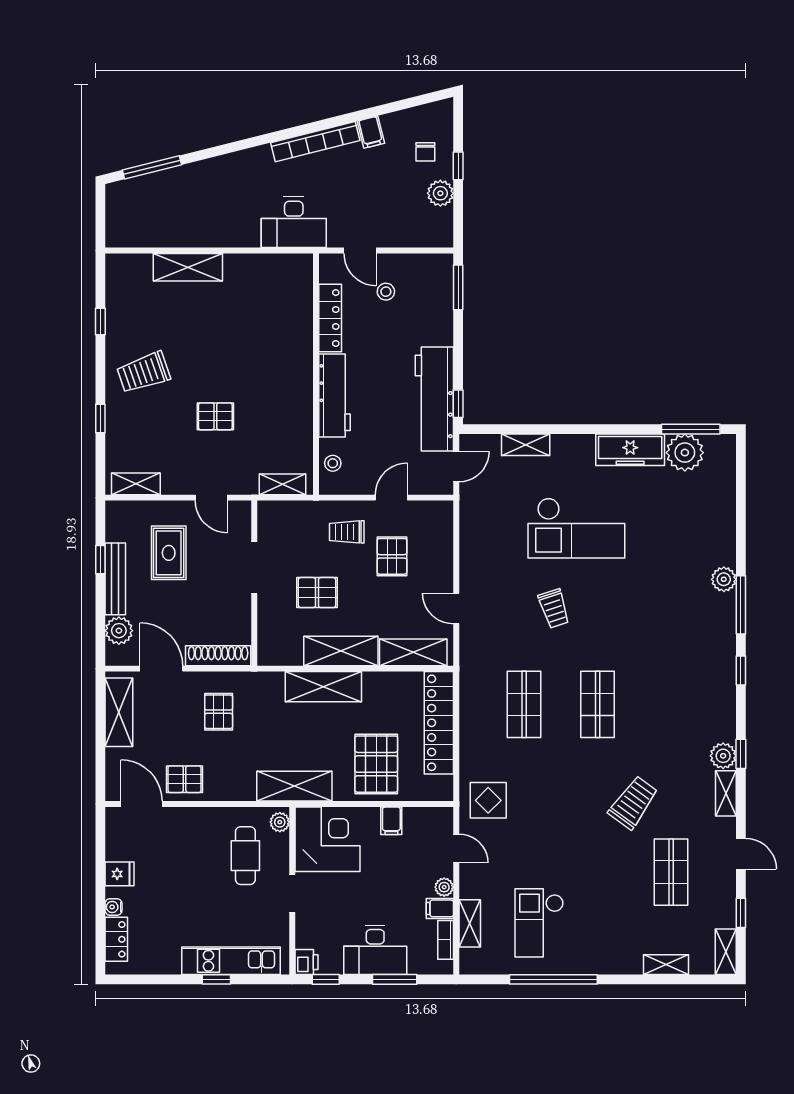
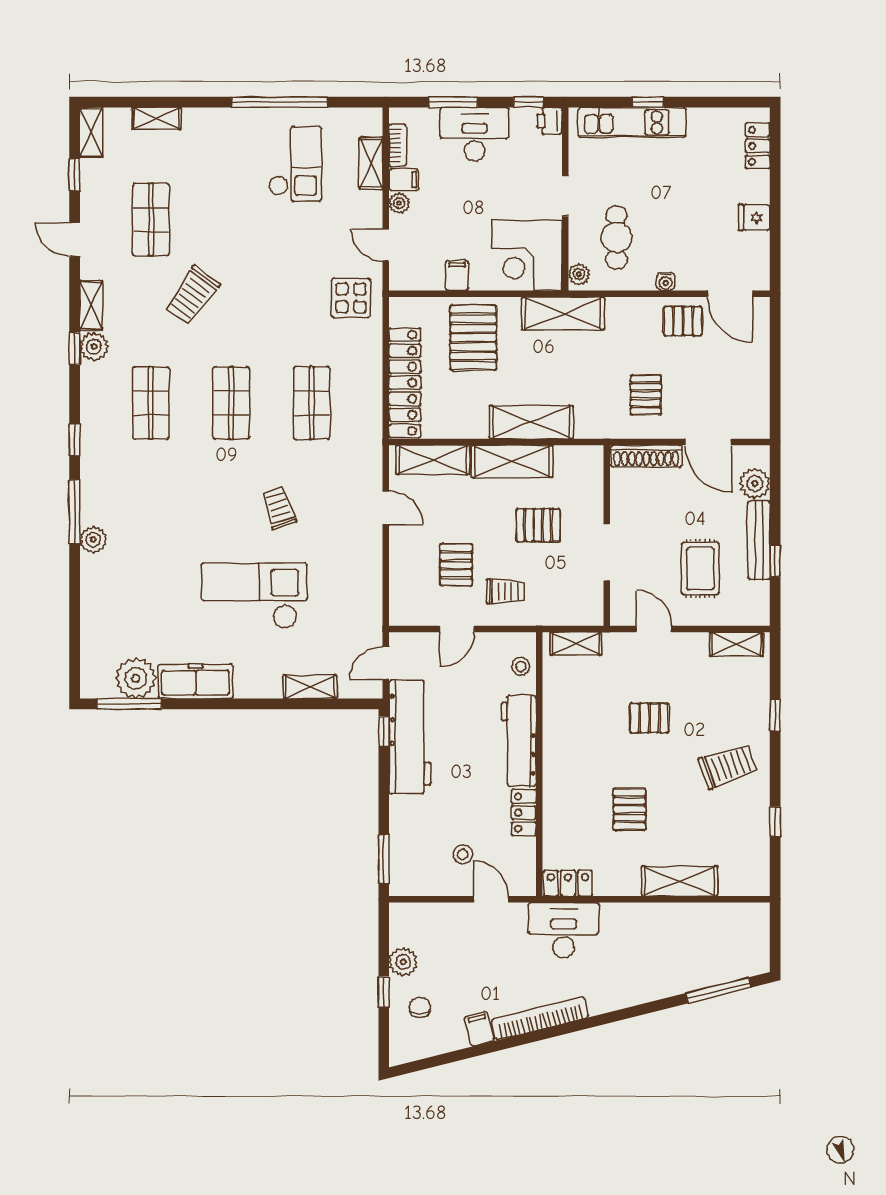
locker: (290, 265) -> (568, 883), added
locker: (330, 318) -> (524, 813), width x0.66
pallet: (233, 333) -> (629, 809), added
shop shelf: (671, 704) -> (151, 403), added
shelving: (119, 712) -> (755, 394), removed
water cooler: (113, 907) -> (666, 282), moved, turned 90

